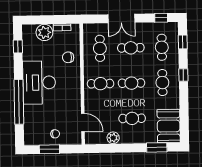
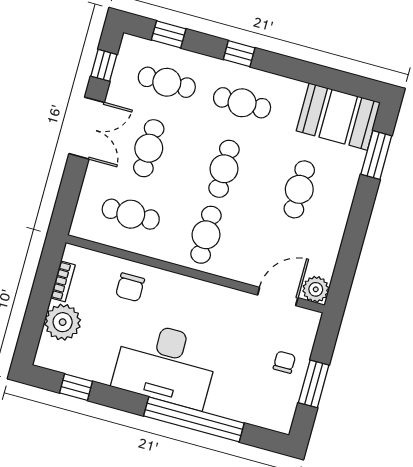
double door: (121, 18) -> (87, 128), moved
plant: (113, 138) -> (316, 289), moved

